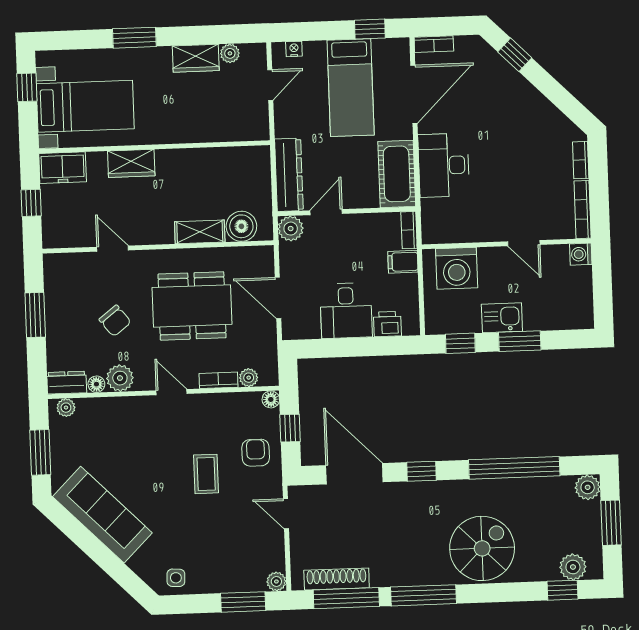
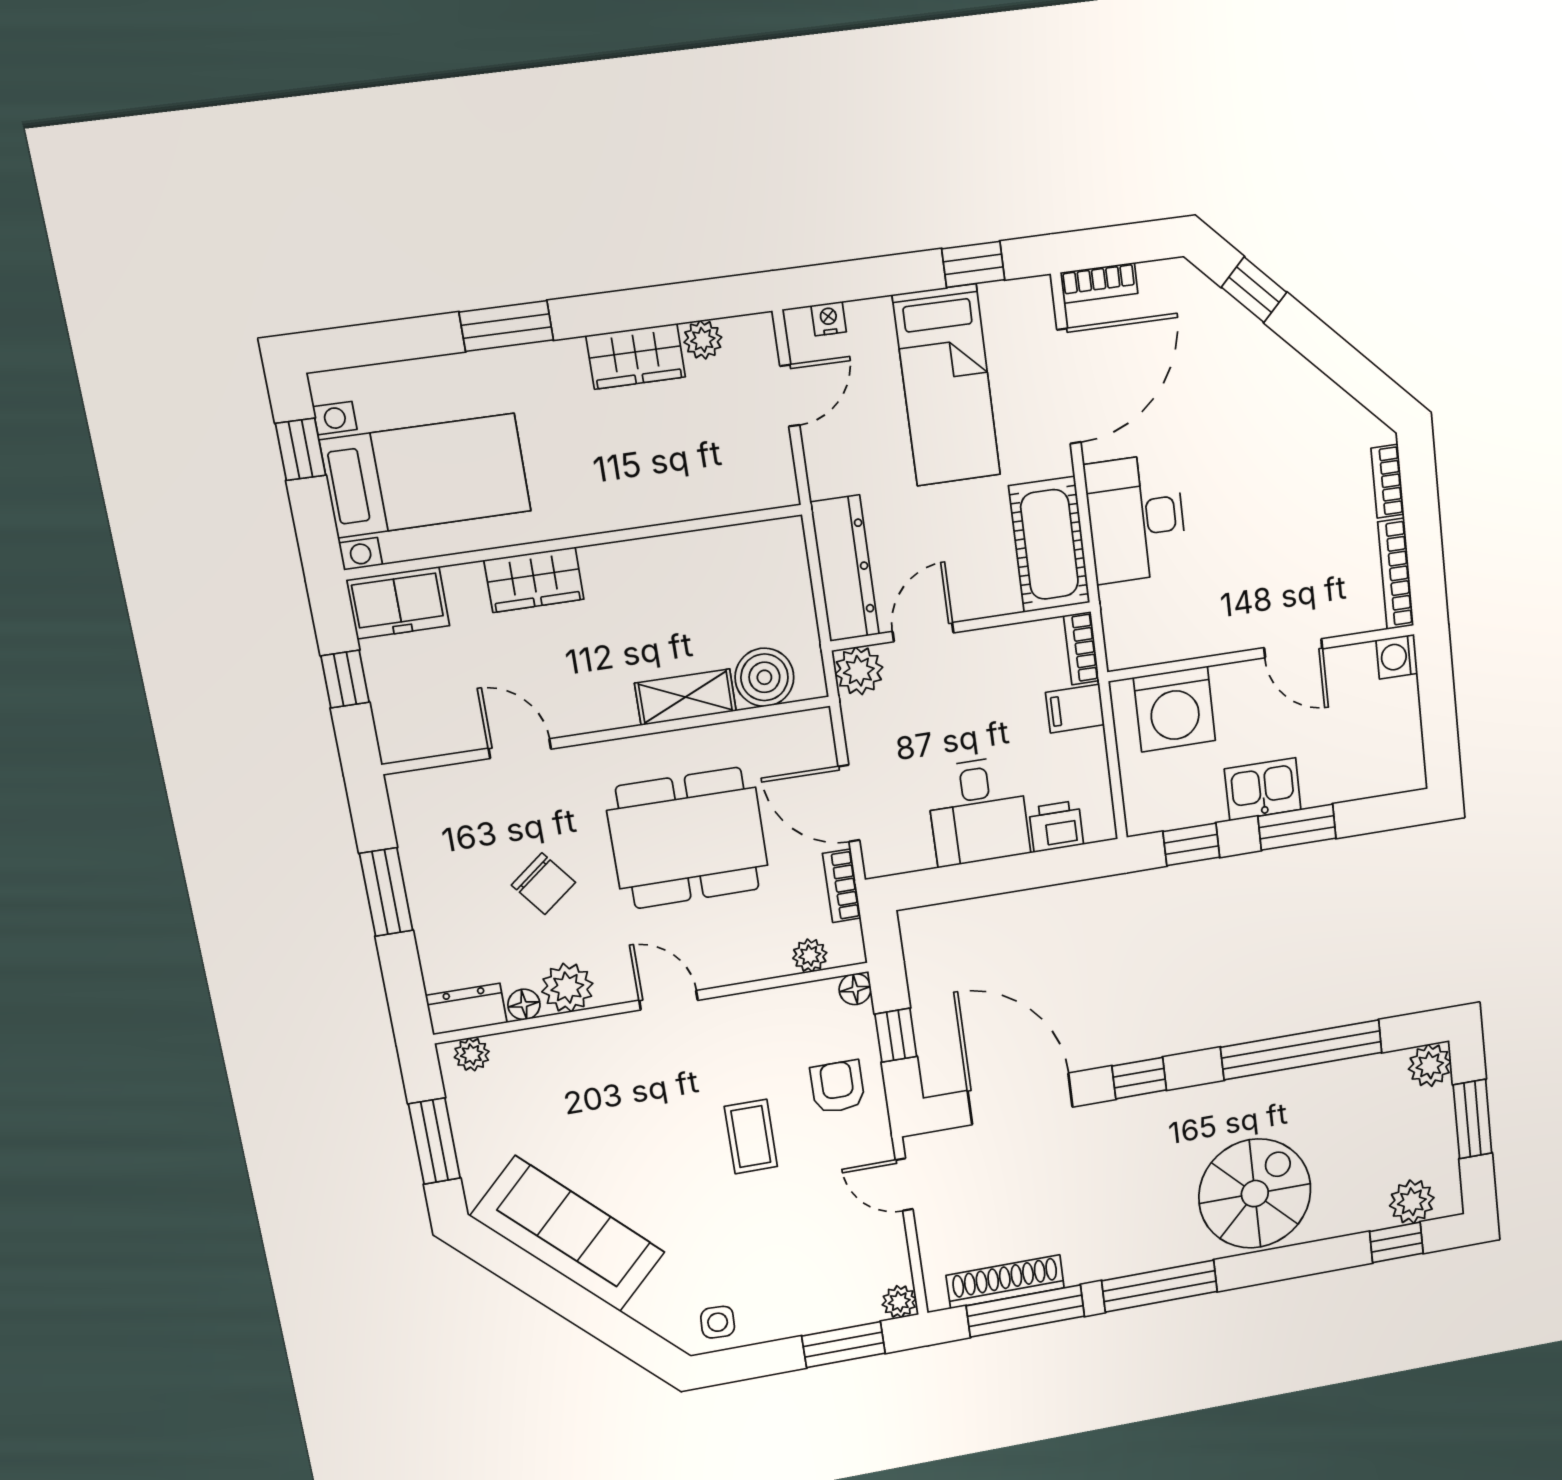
bookcase: (218, 380) -> (842, 886), moved, turned -90

